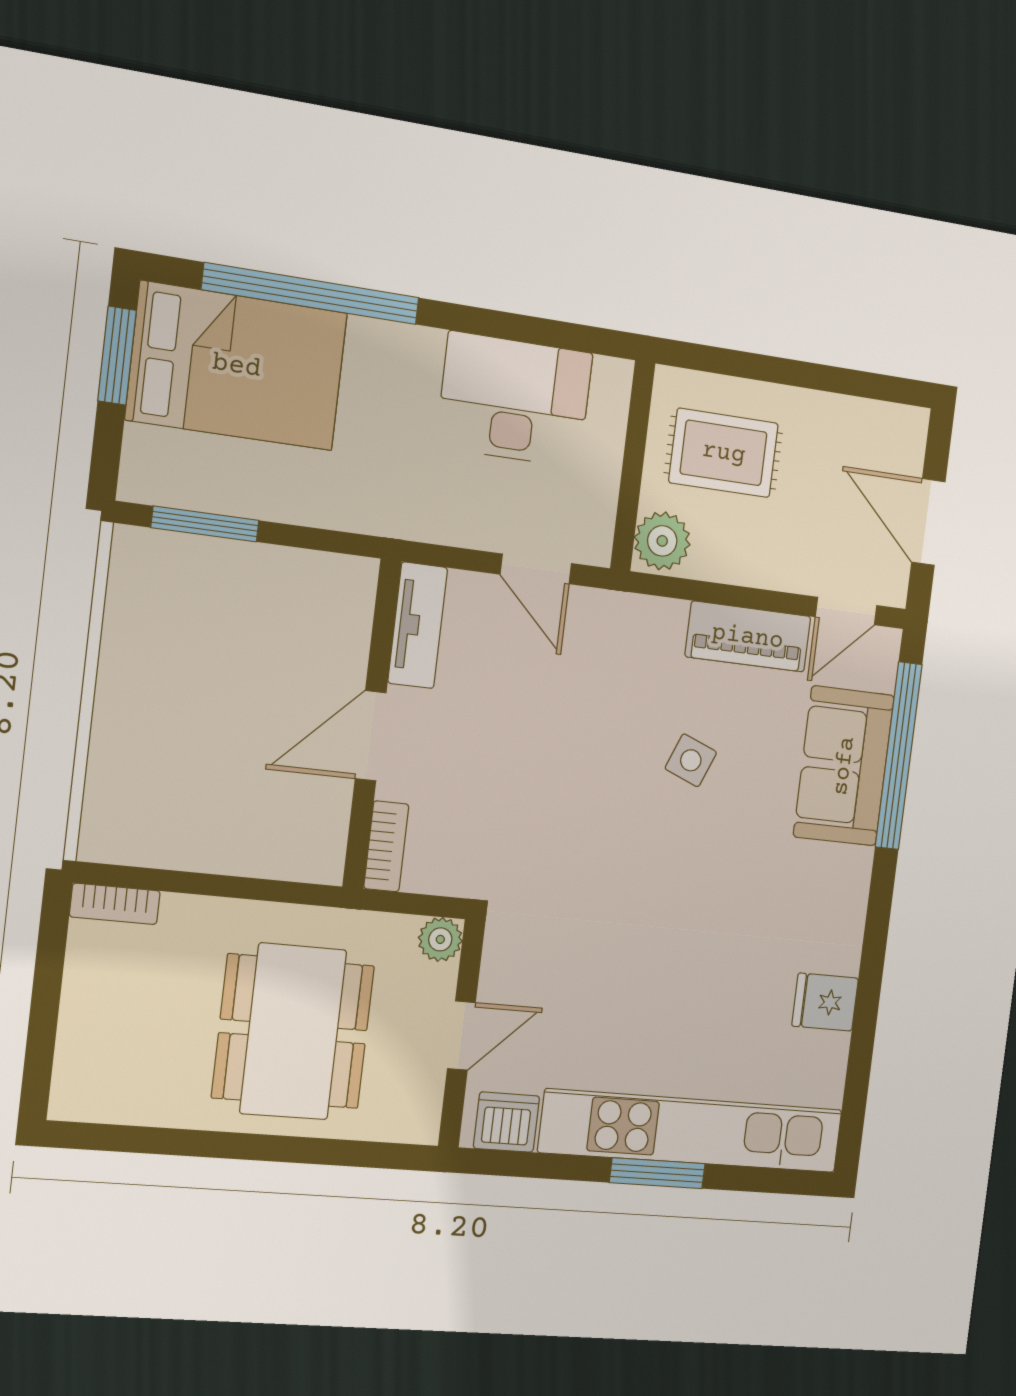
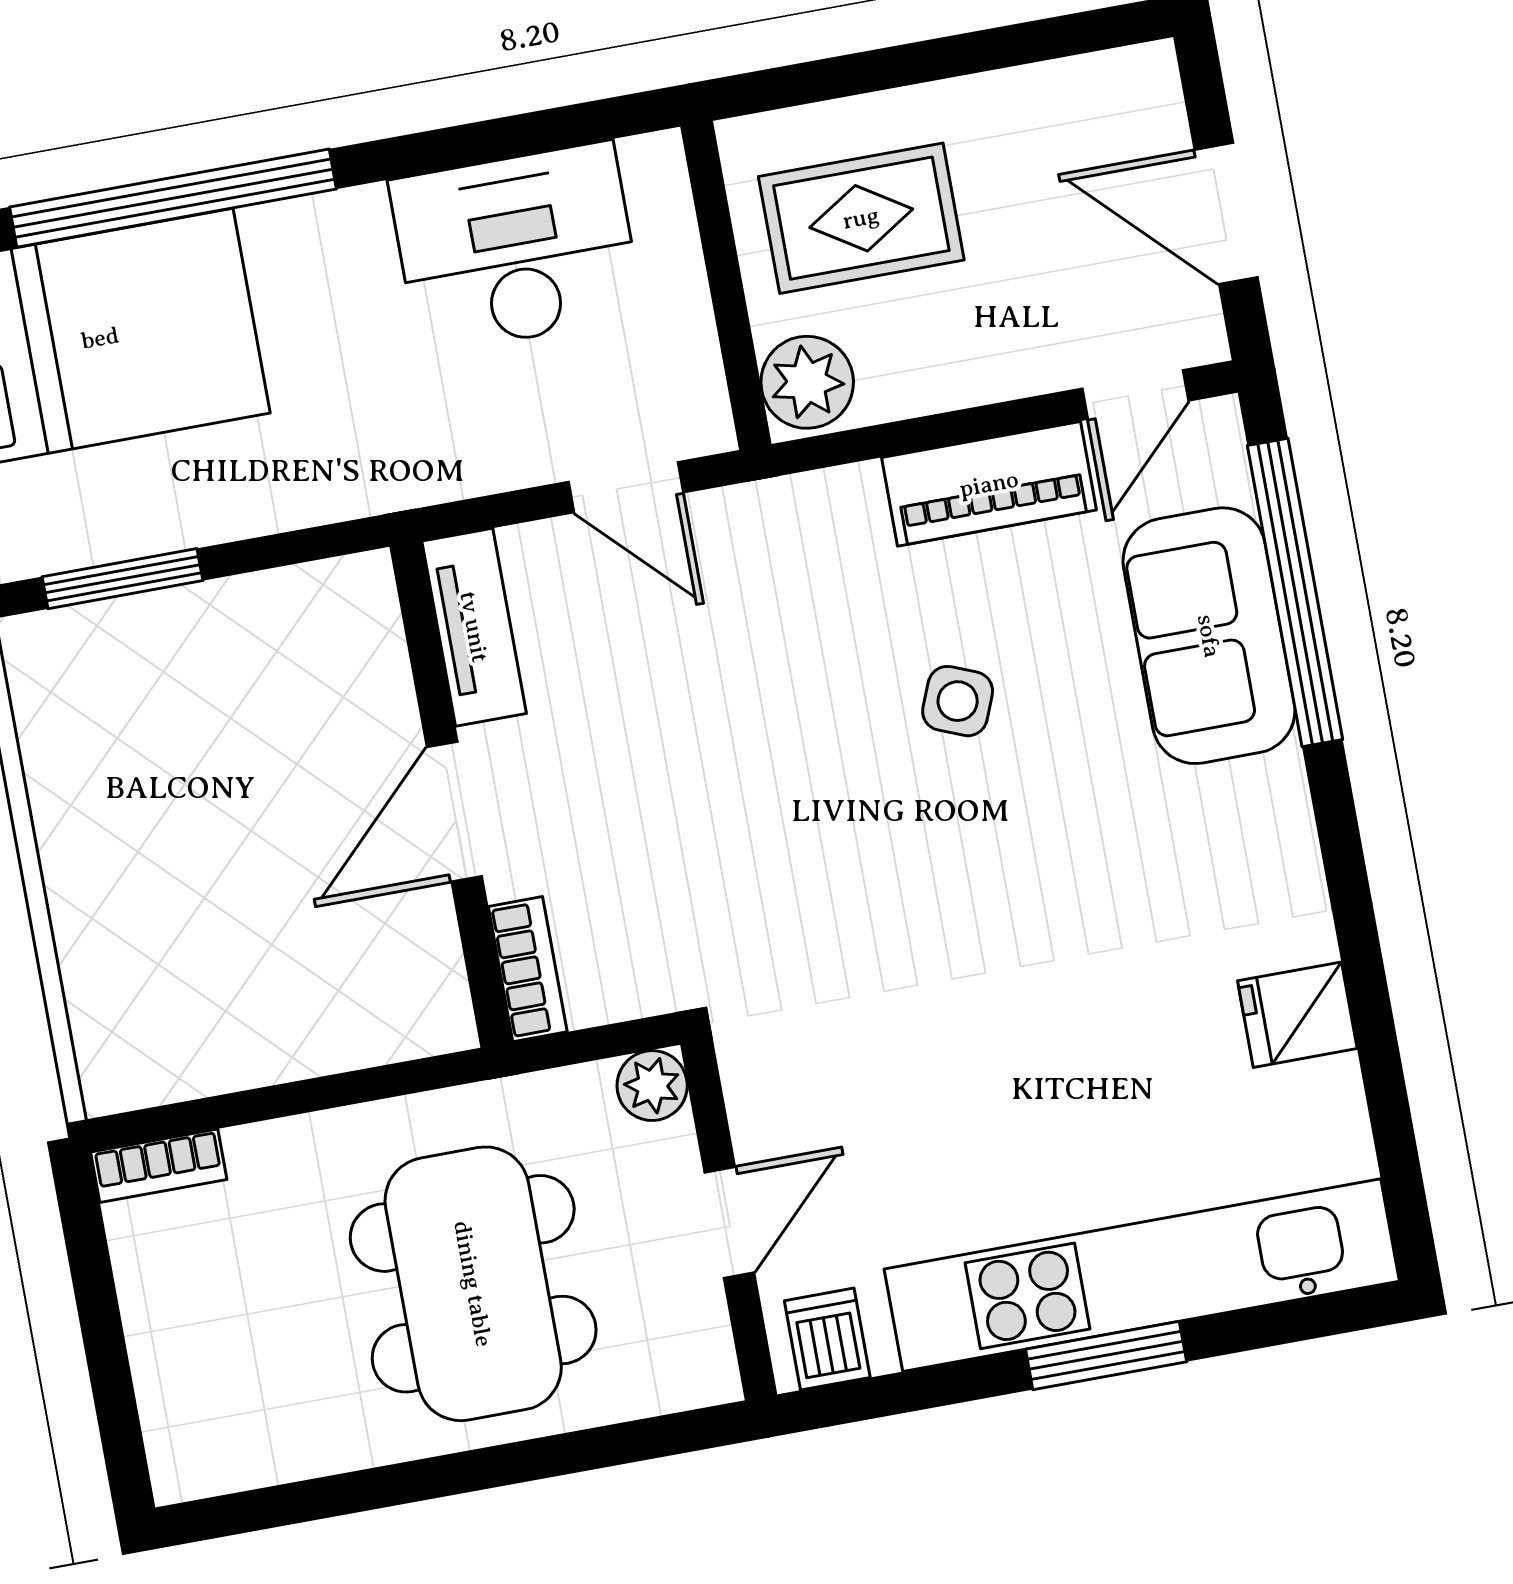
dishwasher: (506, 1122) -> (827, 1339), width x0.73

